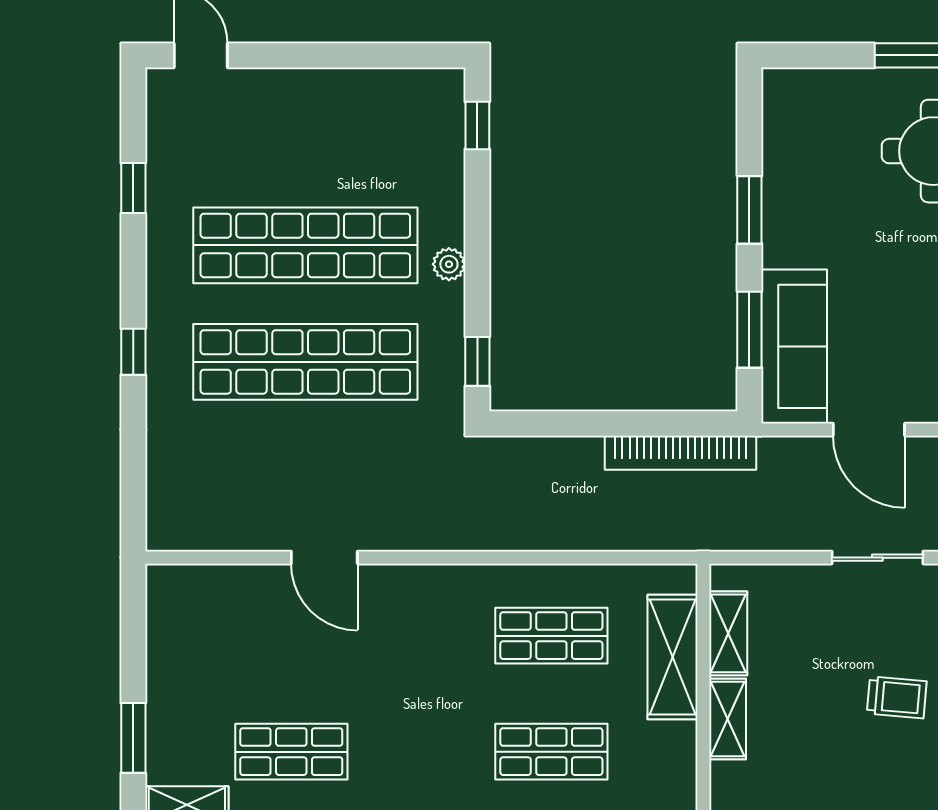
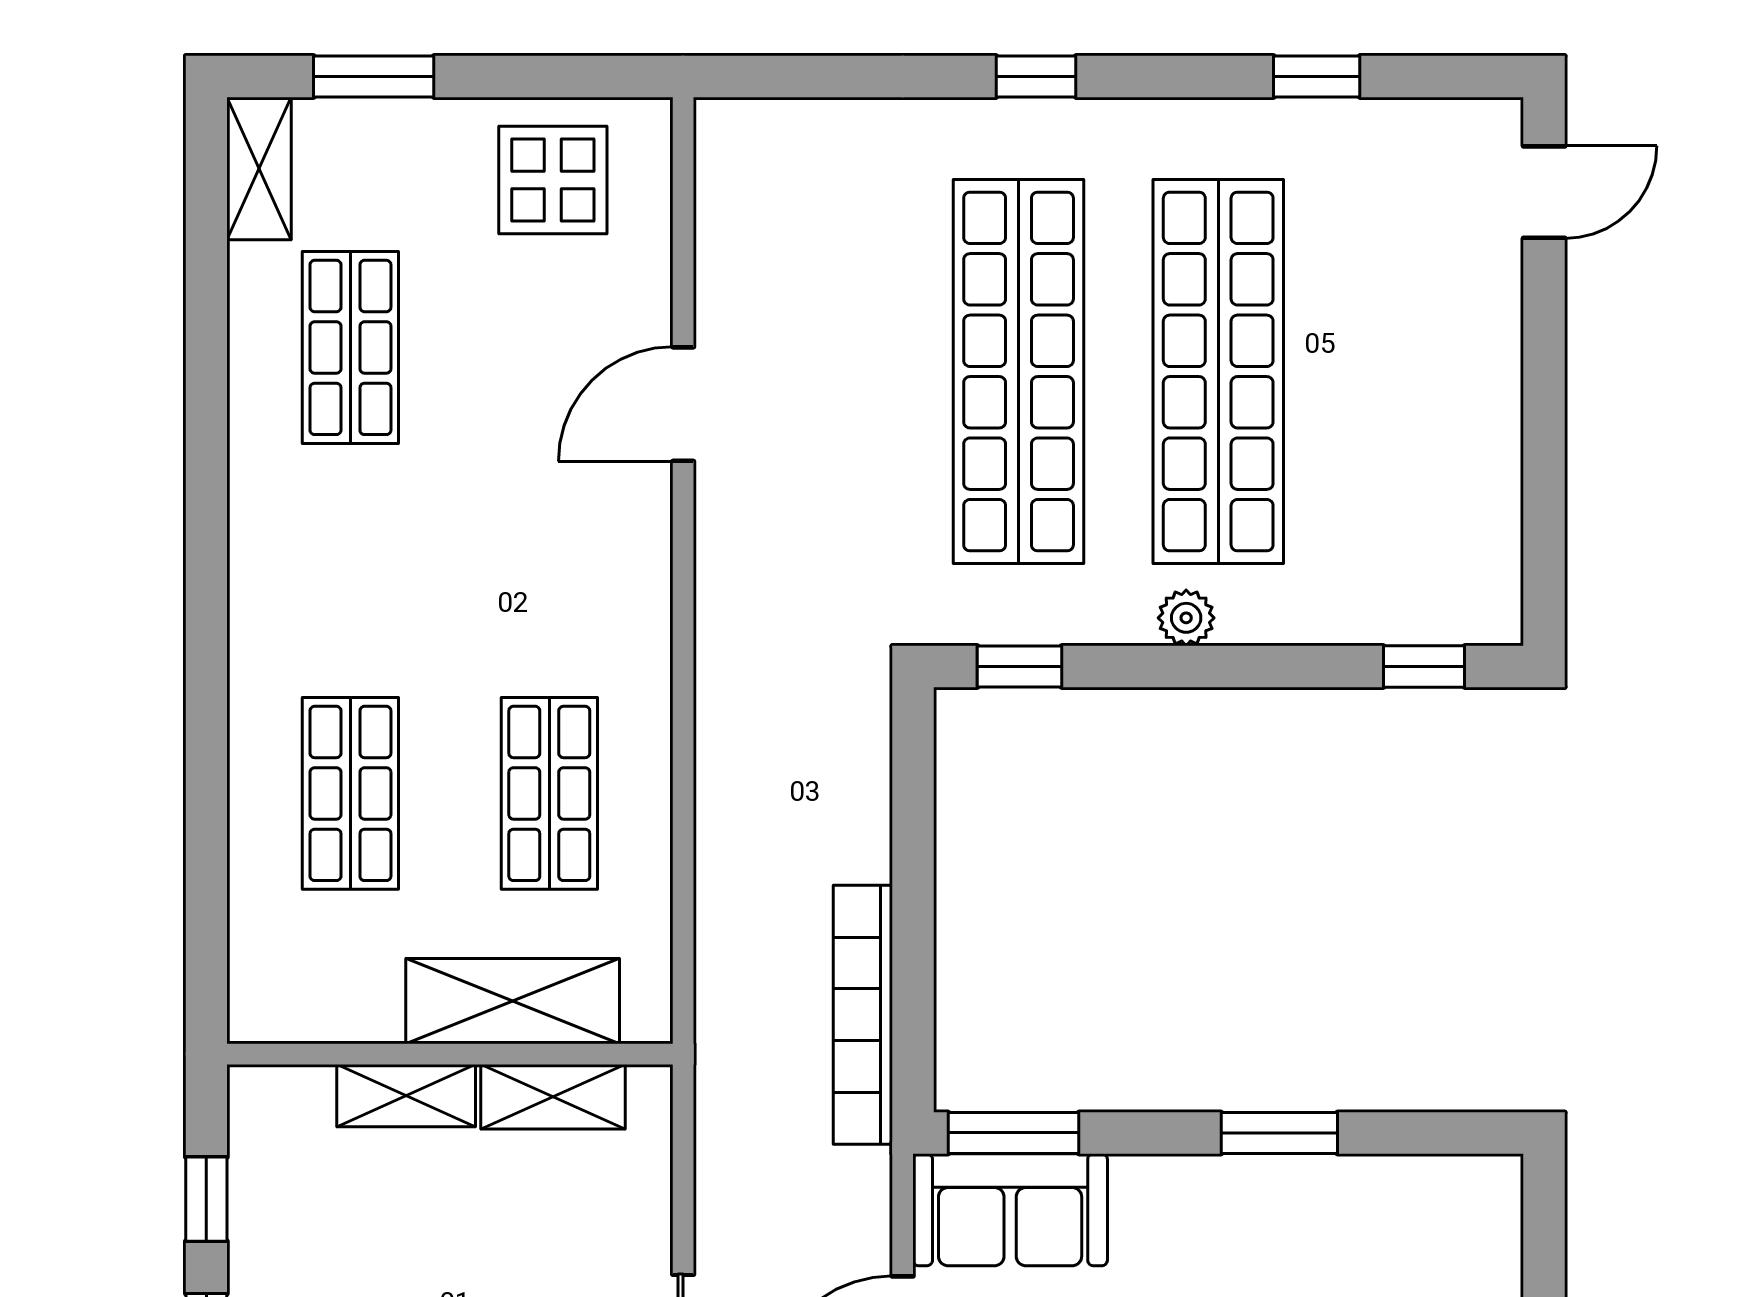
window: (749, 330) -> (1013, 1133), moved
sofa: (794, 346) -> (1010, 1210), width x0.73
display table: (194, 633) -> (553, 180), added

